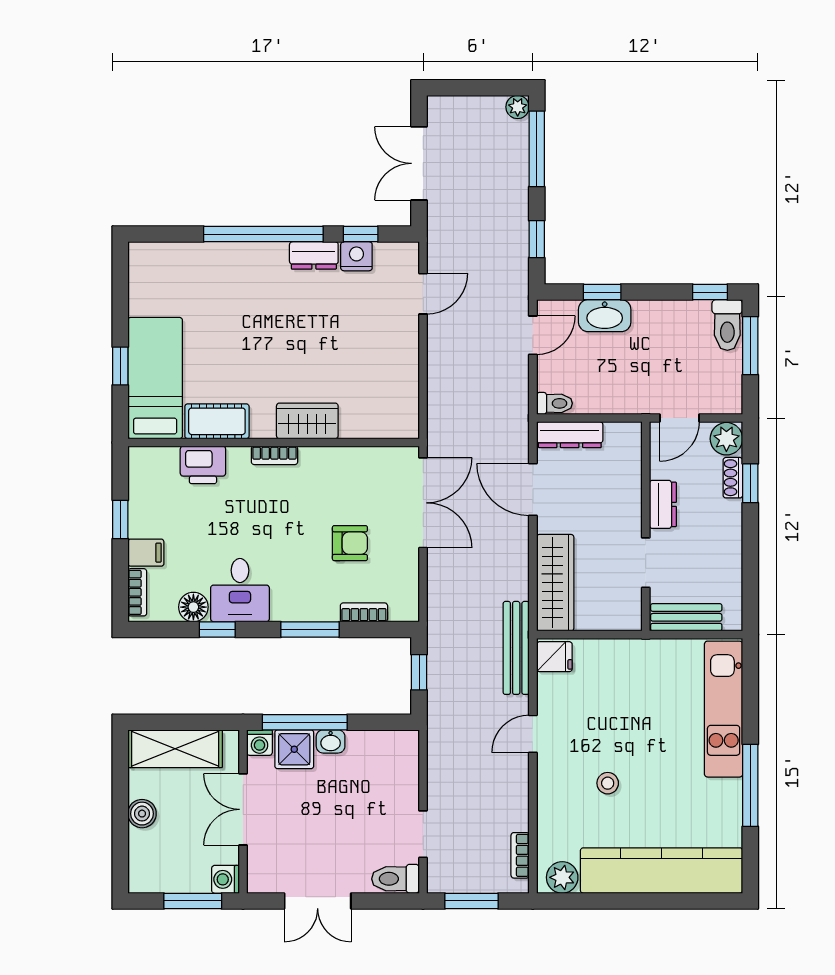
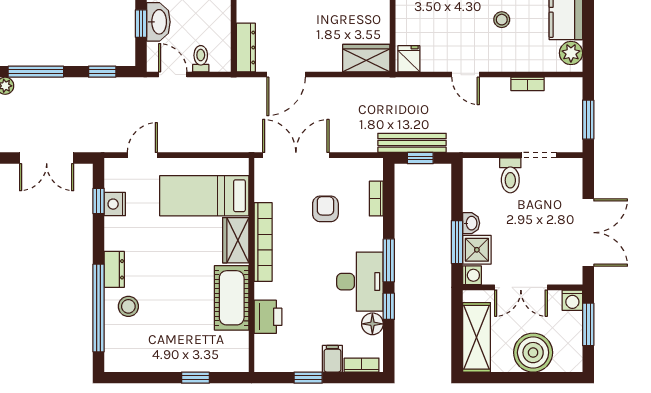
window: (263, 234) -> (99, 308), moved
dresser: (314, 255) -> (114, 269), moved
stool: (217, 275) -> (128, 306), added
door: (423, 294) -> (142, 155), hinge flipped
bed: (155, 378) -> (204, 196), moved
toilet: (554, 403) -> (201, 59), moved
cot: (217, 421) -> (232, 298), width x1.37, depth x1.34
bookcase: (274, 455) -> (263, 242), width x2.31, depth x1.31
wardrobe: (555, 583) -> (366, 58), width x0.67
desk: (240, 590) -> (360, 282), width x1.37
window: (310, 629) -> (389, 260), moved
bench: (516, 648) -> (412, 143), moved
window: (305, 722) -> (457, 242), width x0.69
boiler: (142, 814) -> (533, 353), width x1.86, depth x1.86
bookcase: (520, 855) -> (528, 84), moved
toilet: (396, 879) -> (510, 175), moved
double door: (318, 901) -> (588, 233), width x1.37

